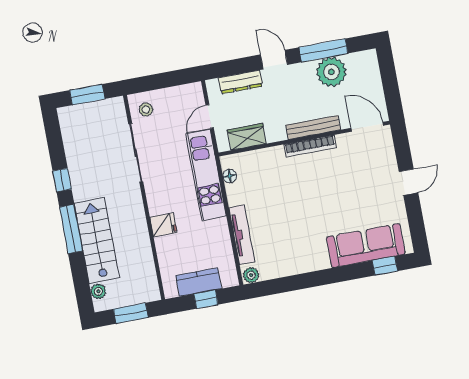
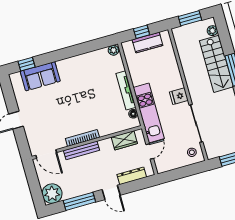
plant: (331, 72) -> (52, 194), moved
fridge: (163, 225) -> (179, 96), moved
tv unit: (242, 235) -> (126, 90), moved
sofa: (366, 246) -> (40, 76), width x0.73

